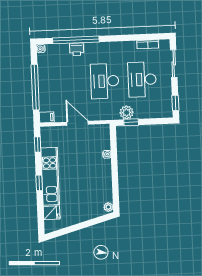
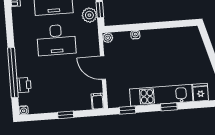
printer: (77, 49) -> (24, 85), moved
window: (35, 87) -> (66, 115), width x0.32
door: (78, 123) -> (103, 68), hinge flipped
plant: (108, 207) -> (108, 38), moved

